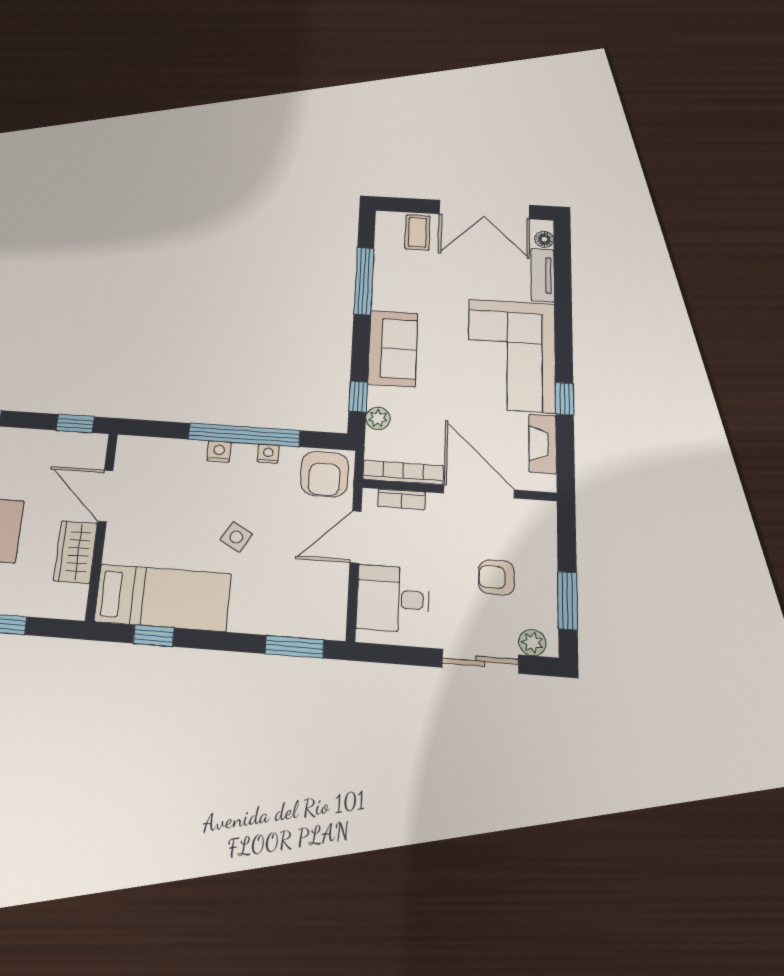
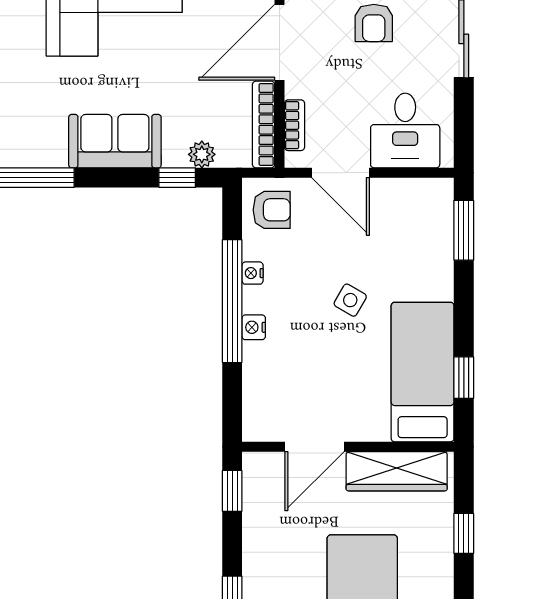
armchair: (325, 474) -> (272, 210), width x0.72, depth x0.72
wardrobe: (76, 552) -> (397, 471), width x1.50

